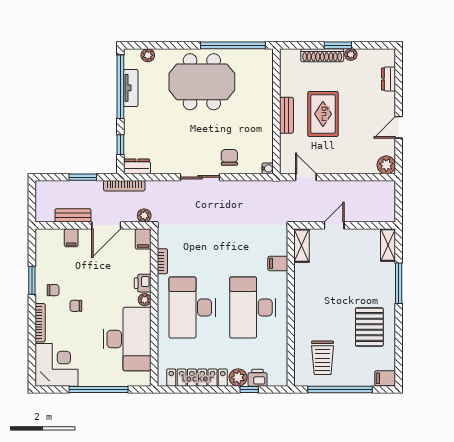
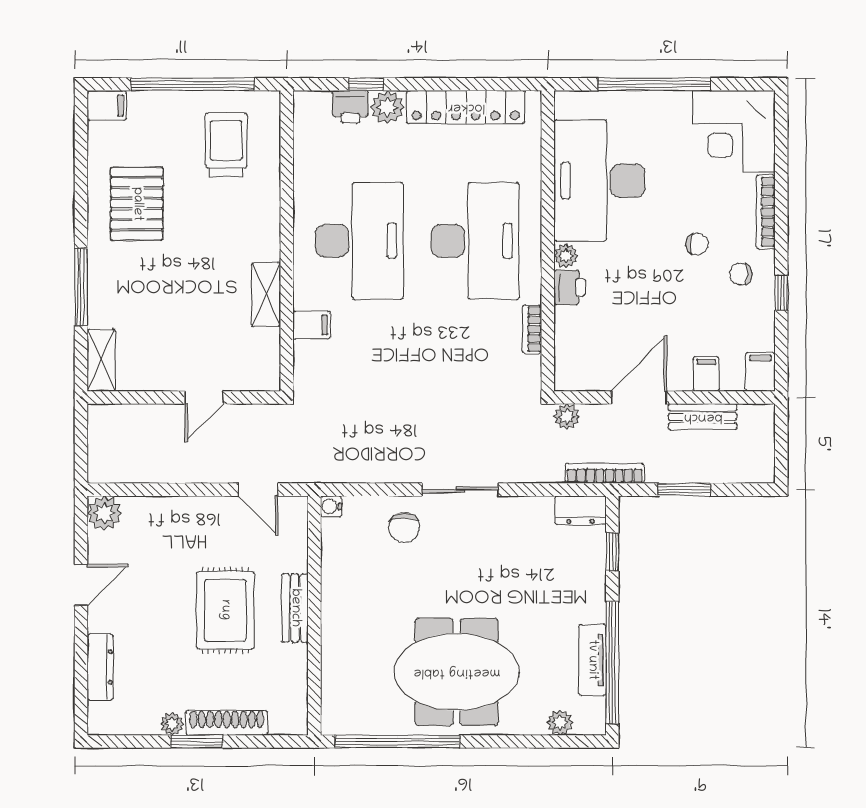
dresser: (389, 79) -> (100, 667), width x1.44
filing cabinet: (143, 239) -> (760, 372), moved
shelving: (302, 246) -> (266, 295), moved
window: (32, 280) -> (781, 293), width x0.67

